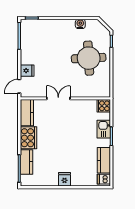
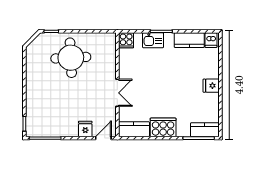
water cooler: (80, 24) -> (31, 67), removed
door: (19, 86) -> (103, 138), swing flipped
double door: (58, 98) -> (117, 93), swing flipped
kitchen counter: (26, 162) -> (205, 130), moved

